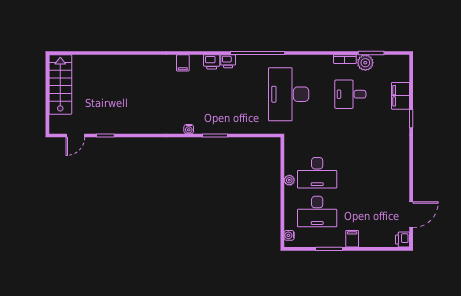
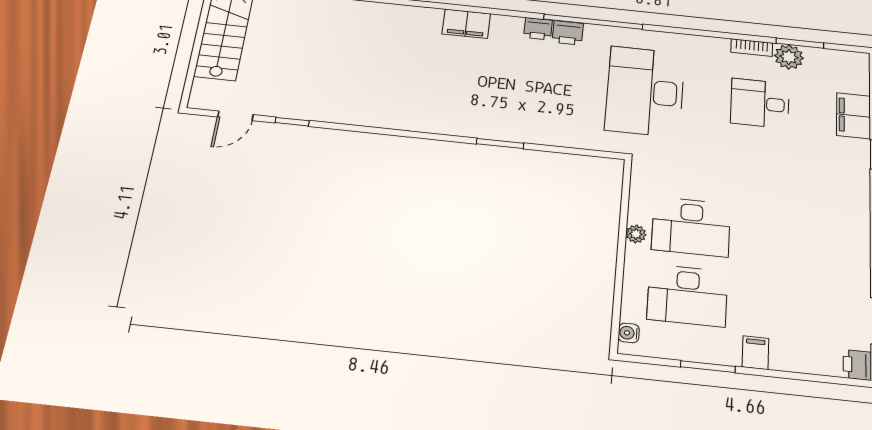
printer: (212, 62) -> (568, 33), moved
filing cabinet: (183, 63) -> (466, 24), width x2.00
water cooler: (189, 129) -> (452, 128), removed

